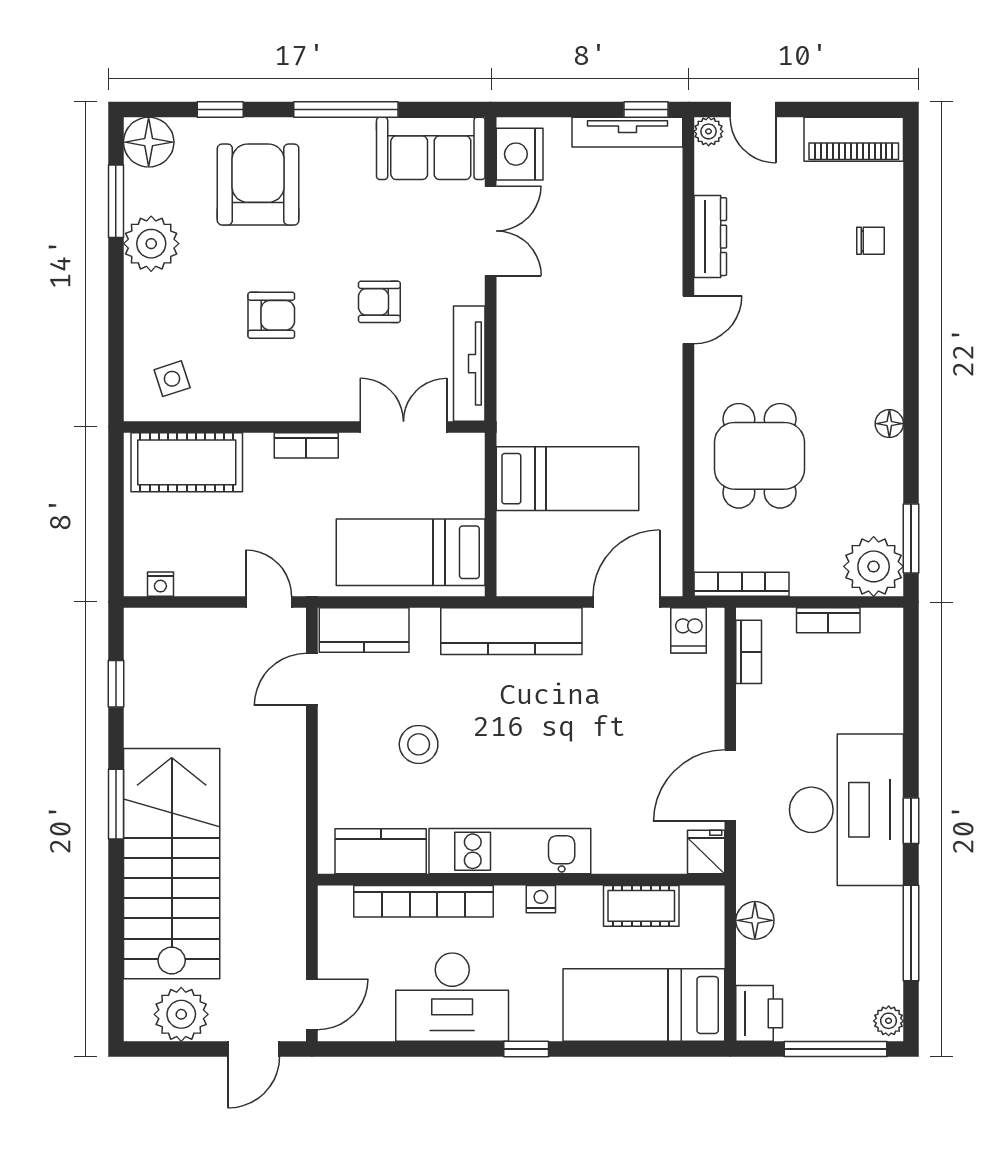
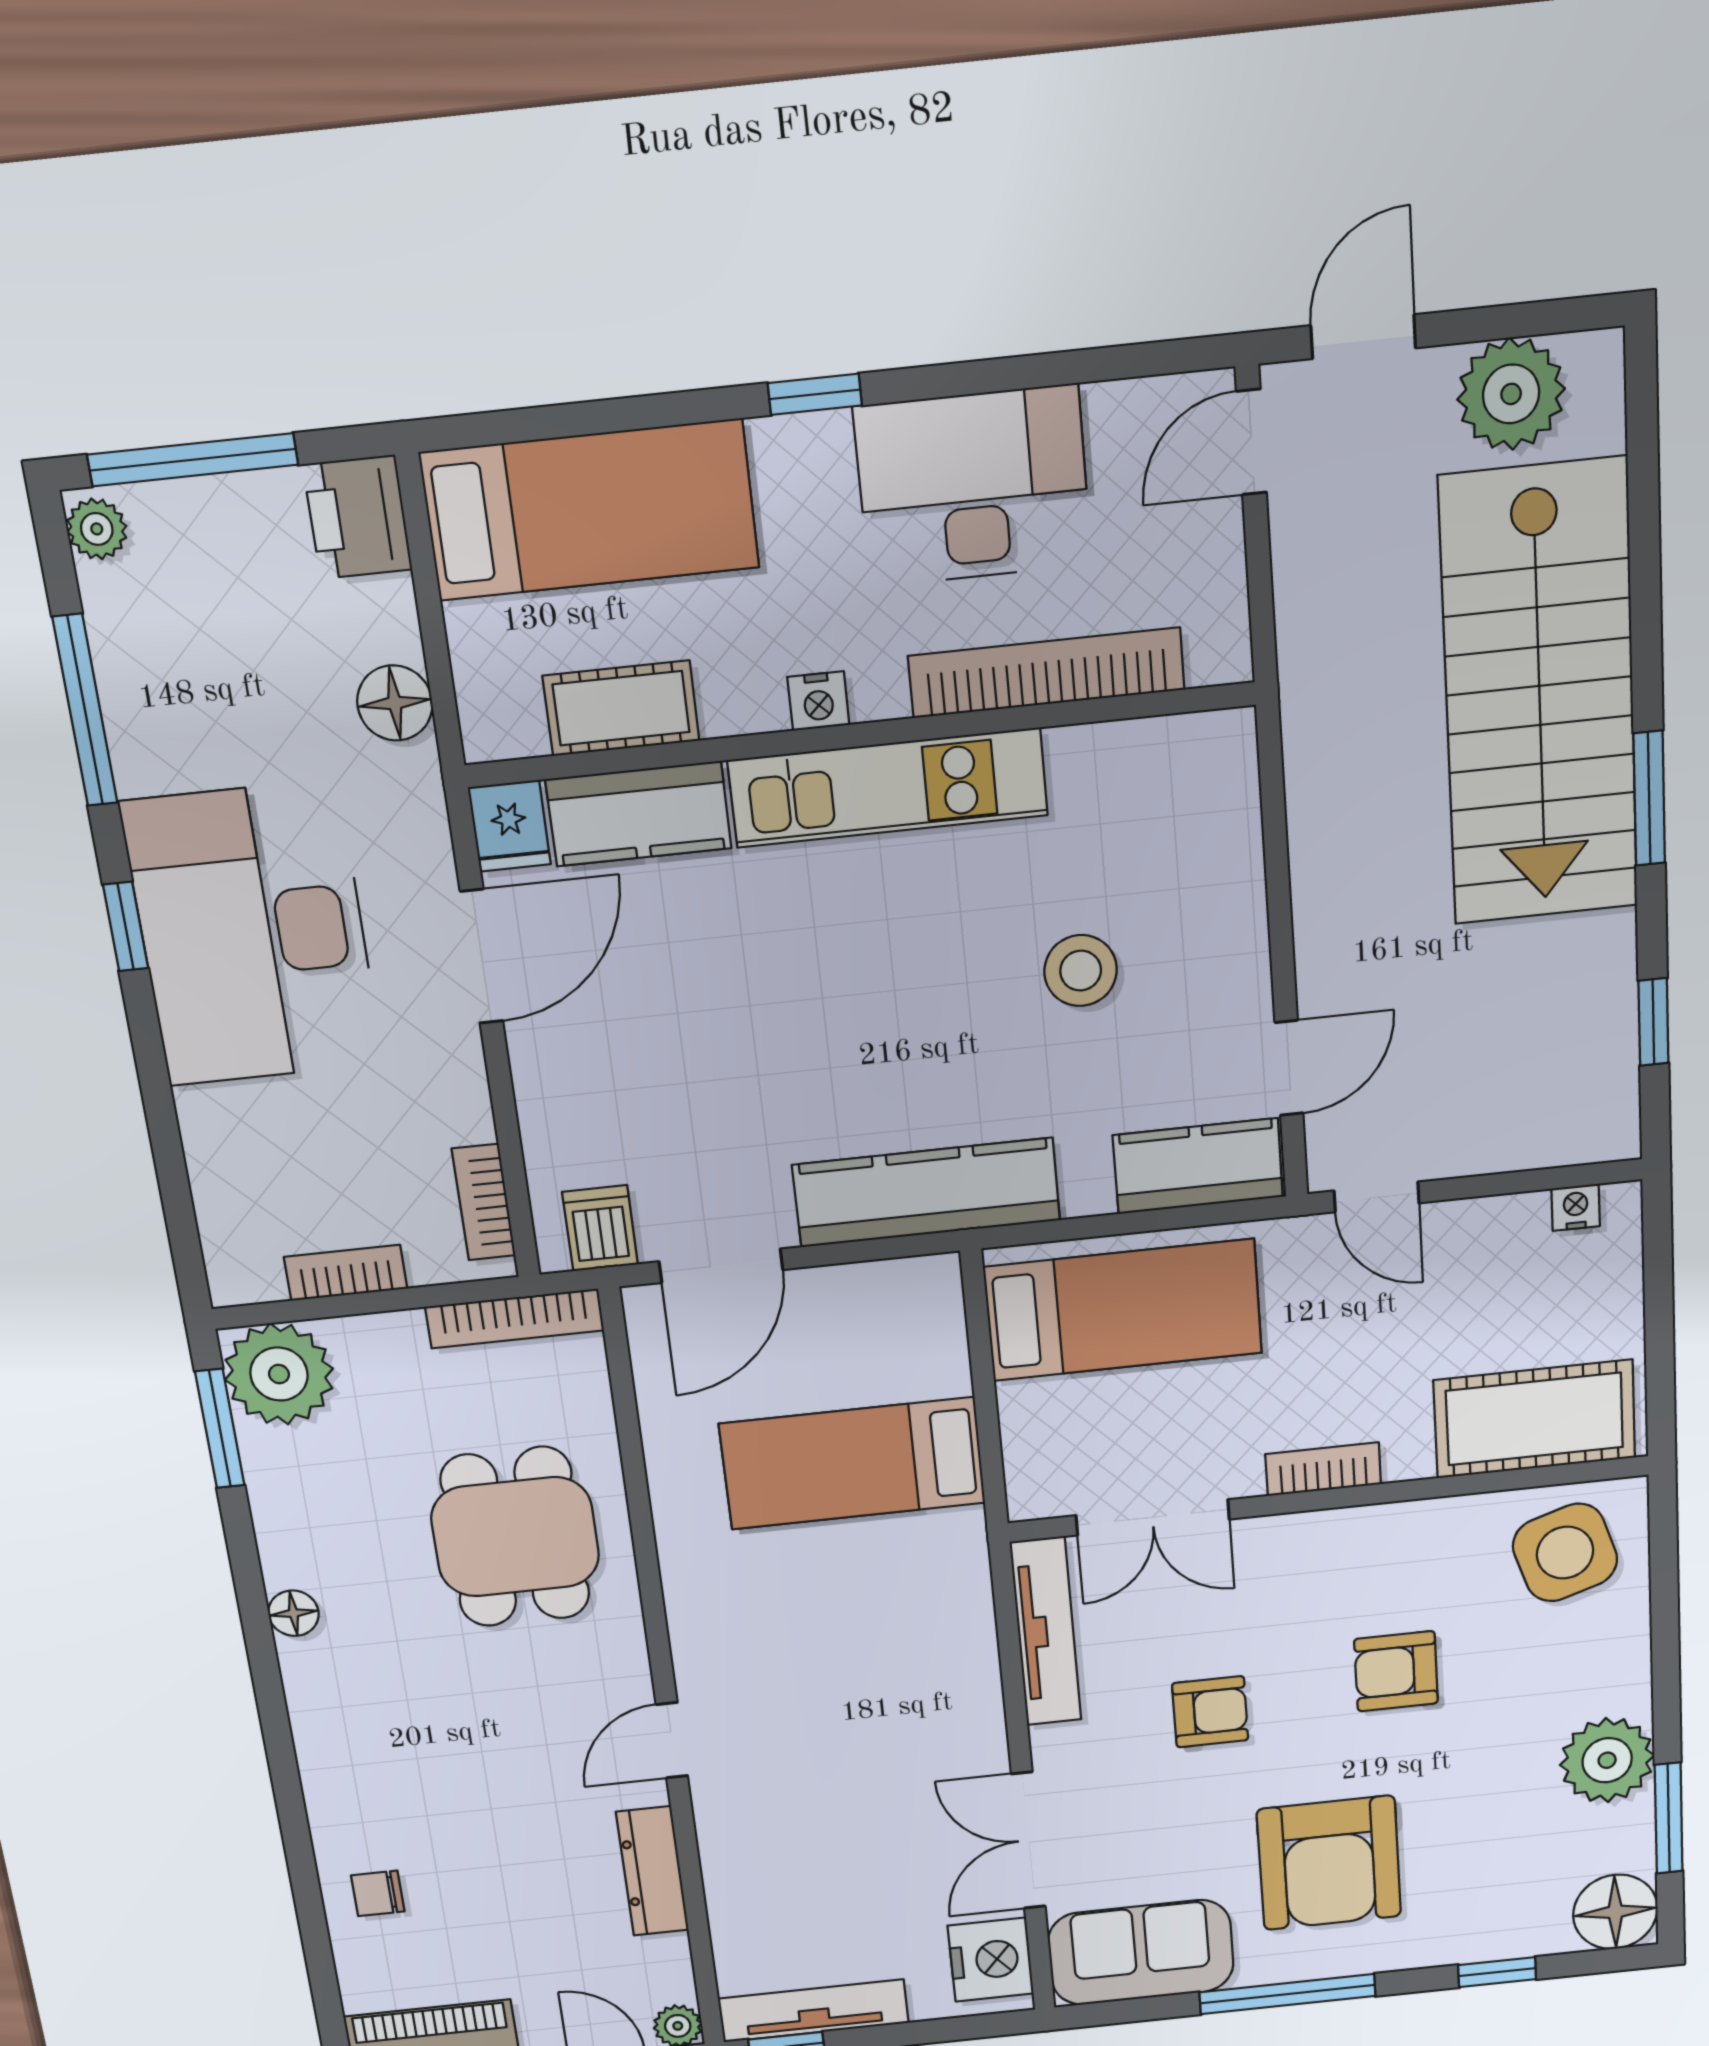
armchair: (258, 185) -> (1329, 1863), moved
side table: (172, 379) -> (1565, 1553), width x1.87, depth x1.87
kitchen counter: (381, 851) -> (639, 814), moved

